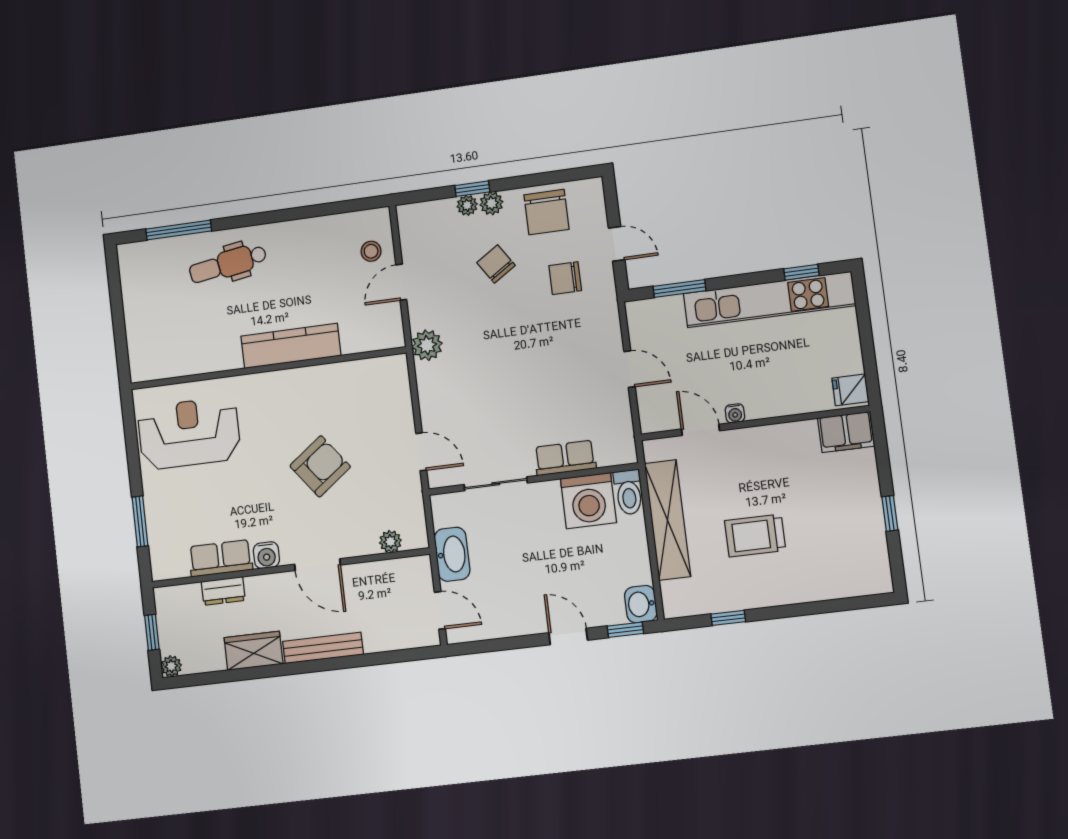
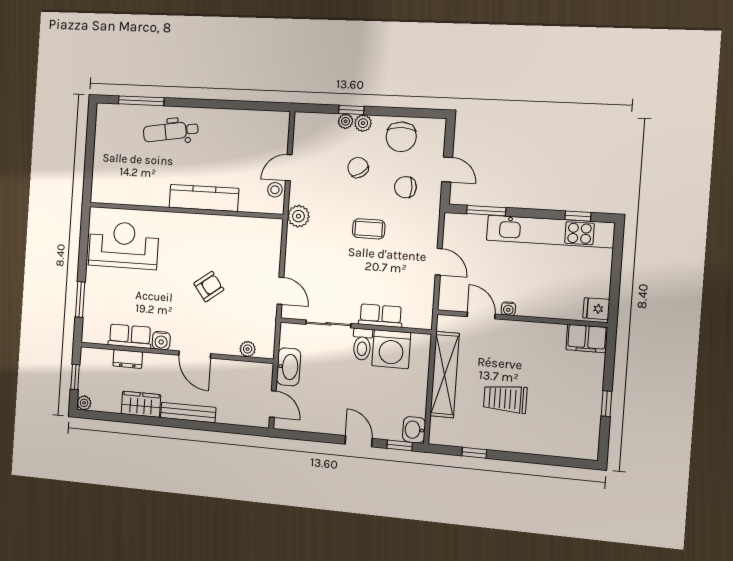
stool: (371, 251) -> (275, 190), moved
coffee table: (526, 344) -> (369, 229), added
armchair: (320, 466) -> (209, 287), width x0.72, depth x0.72
toilet: (629, 492) -> (362, 344), moved

